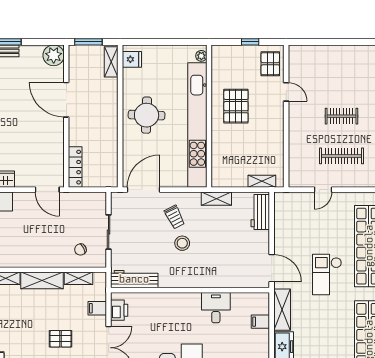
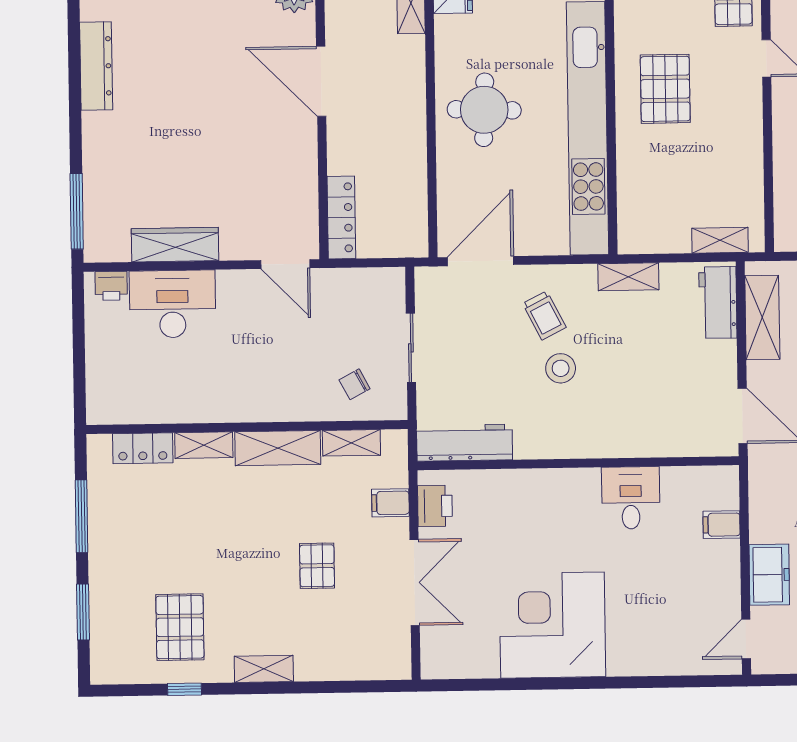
shelving: (282, 310) -> (762, 318), moved
pallet: (61, 339) -> (317, 566), turned 90

